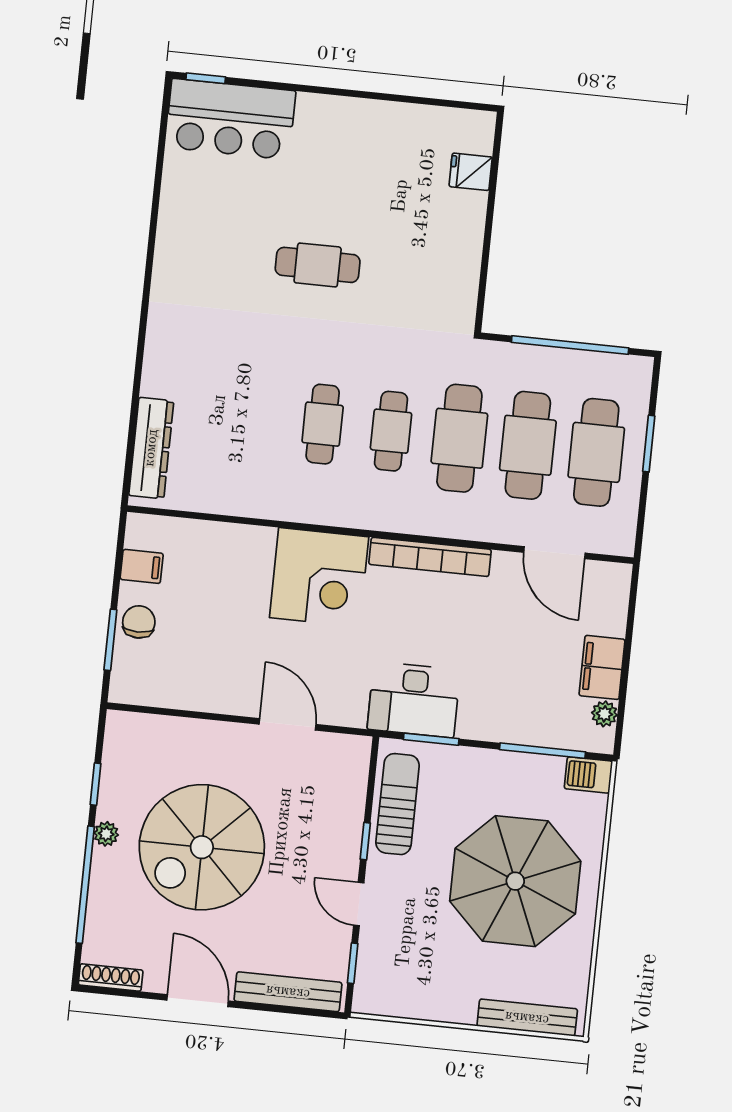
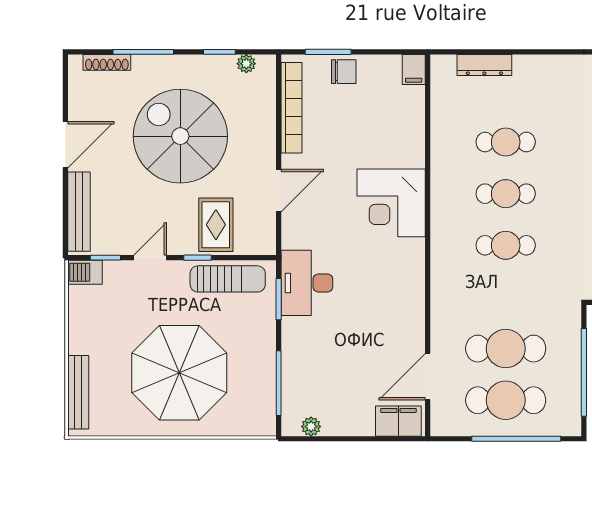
cafe table: (459, 438) -> (506, 142), moved, width x0.73, depth x0.74
window: (649, 444) -> (516, 439), width x2.11
dresser: (151, 448) -> (484, 65), width x0.73, depth x0.80
bookcase: (430, 557) -> (291, 108), moved, turned 180
filing cabinet: (142, 566) -> (414, 70), moved
filing cabinet: (602, 667) -> (398, 421), moved
barbecue: (588, 775) -> (85, 272), moved, turned -90
rug: (324, 812) -> (216, 225), added
plant: (106, 834) -> (246, 64), moved
window: (85, 885) -> (143, 52), width x0.68
shoe rack: (111, 978) -> (107, 62), moved, turned 90

